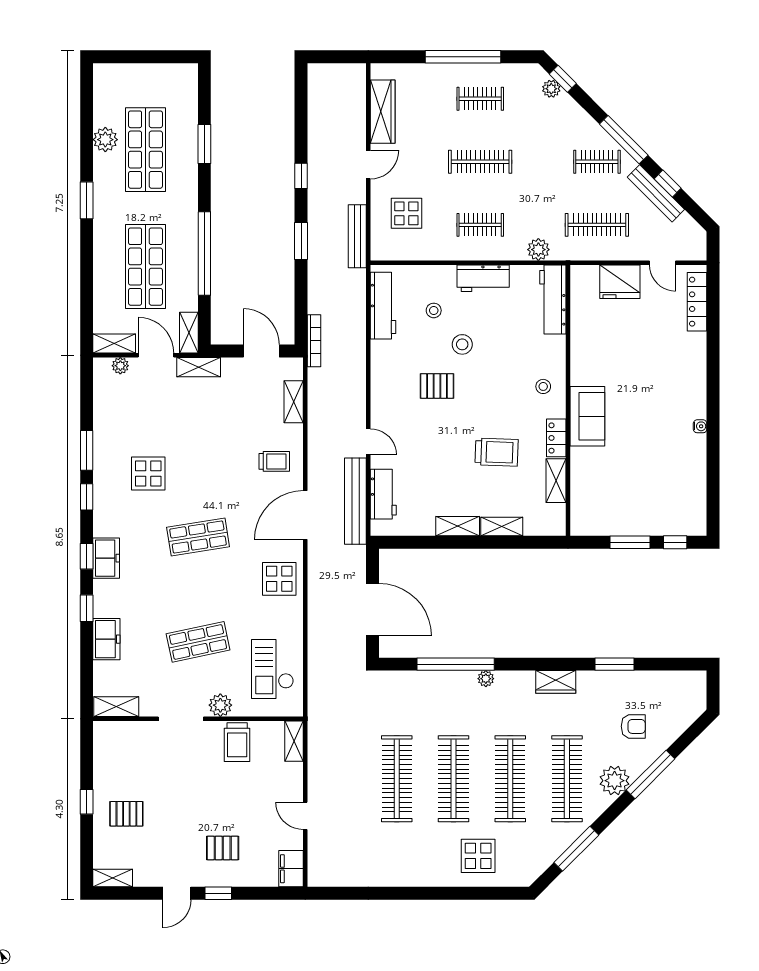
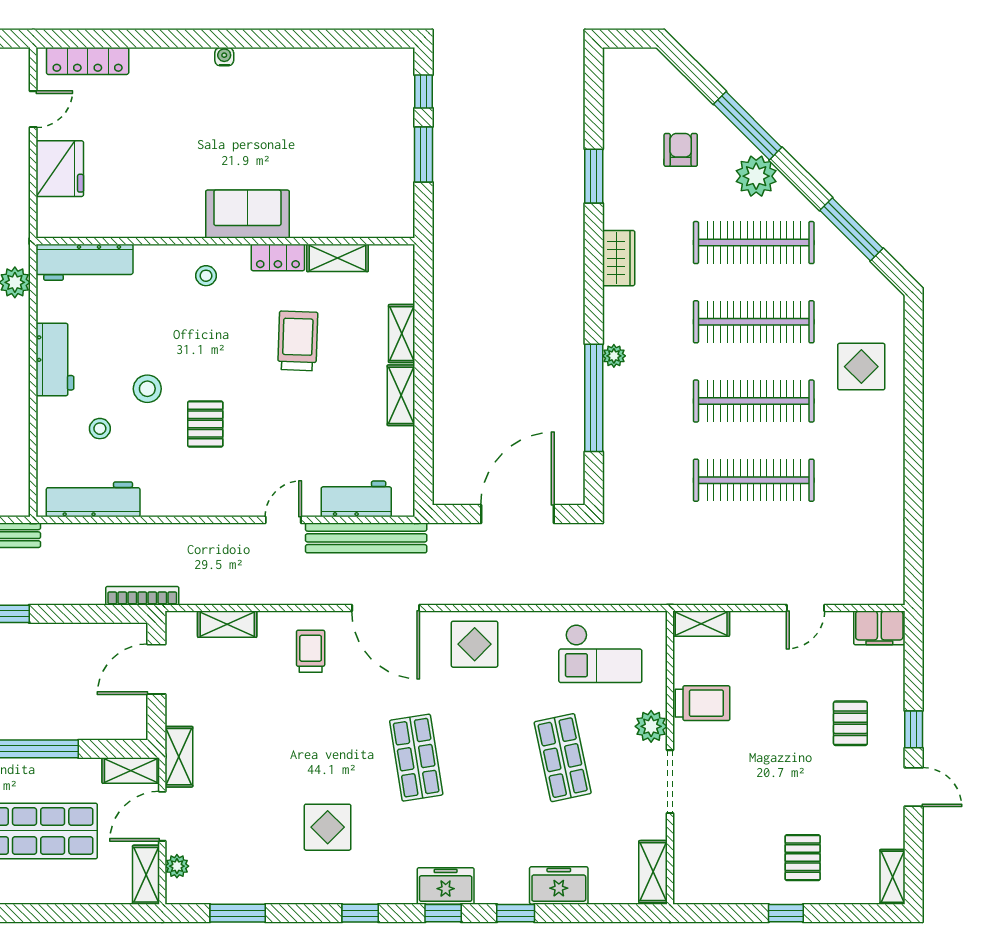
water cooler: (700, 426) -> (224, 57), moved
window: (87, 450) -> (238, 913), moved

